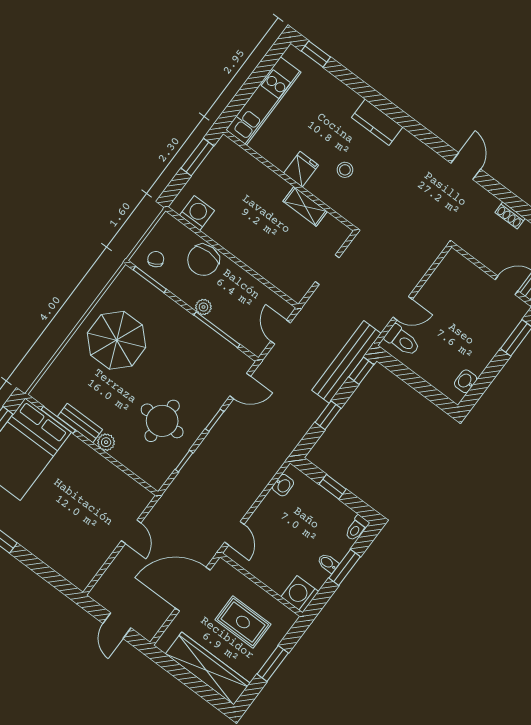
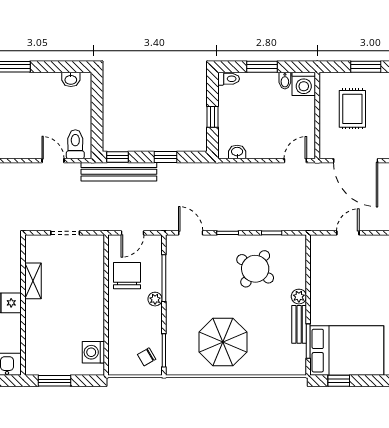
chair: (203, 260) -> (127, 276), moved, turned -90
round table: (162, 421) -> (255, 269), turned 35
bidet: (328, 563) -> (285, 81), moved

